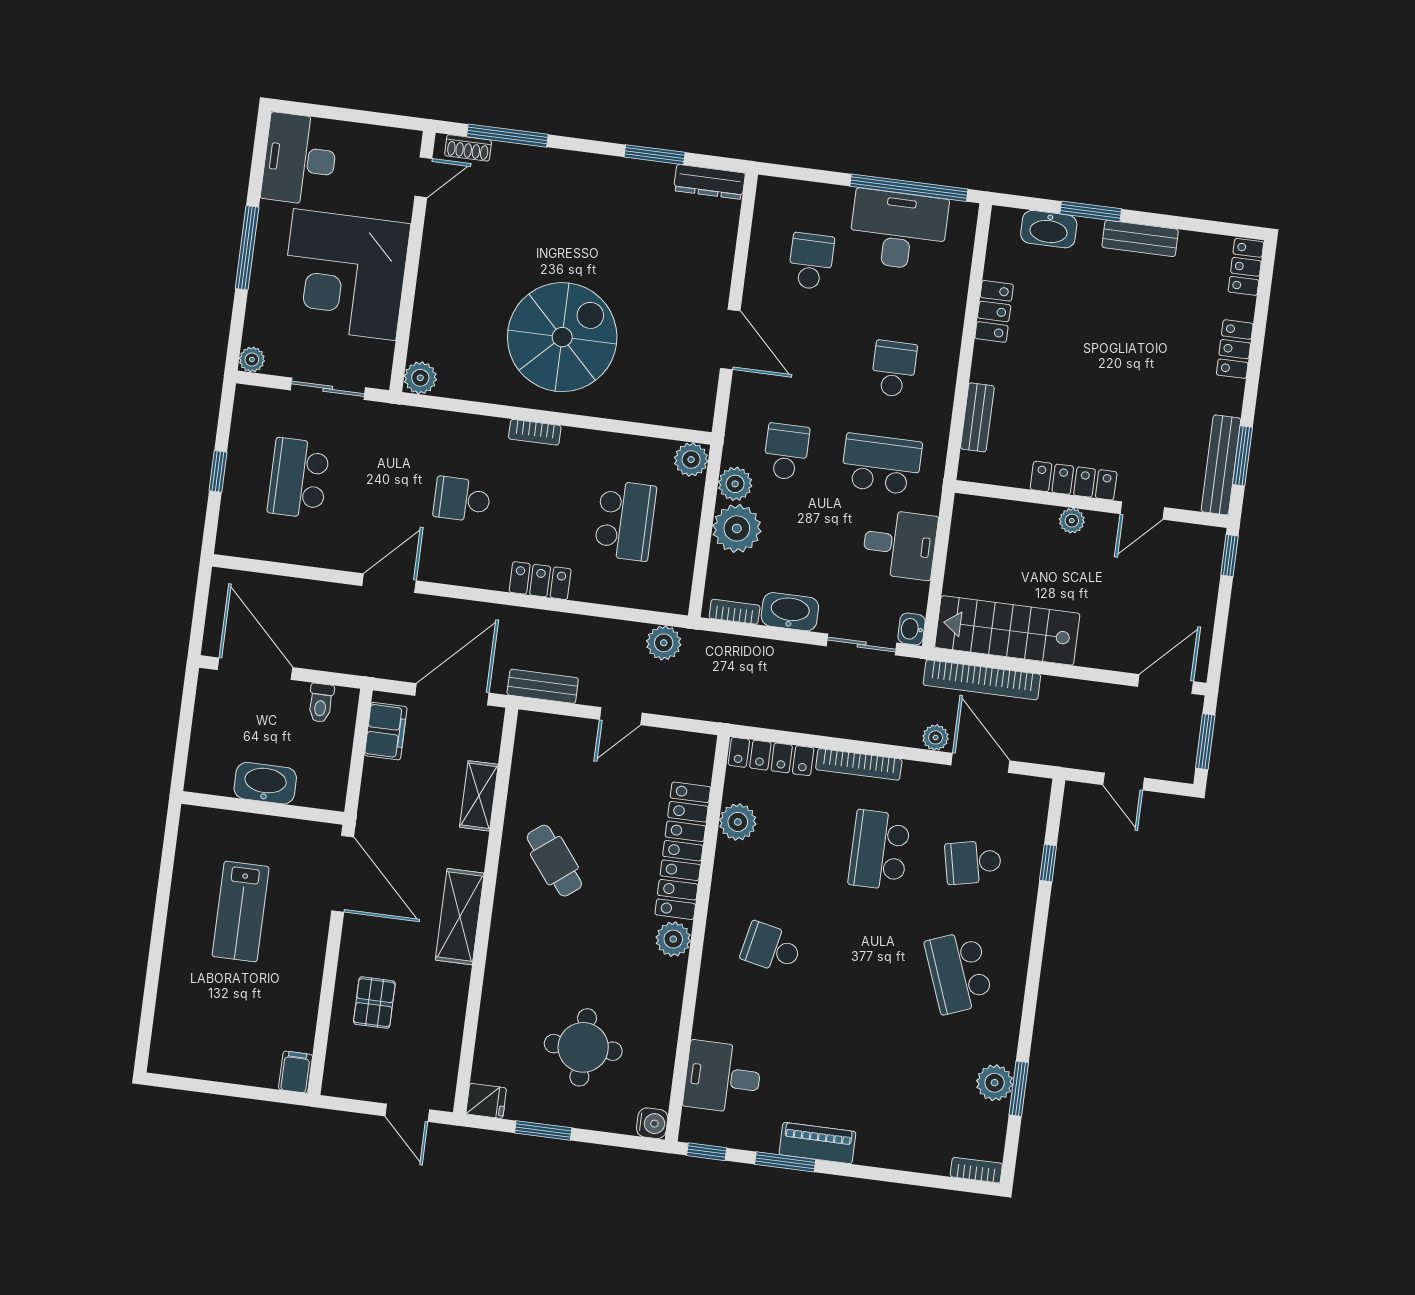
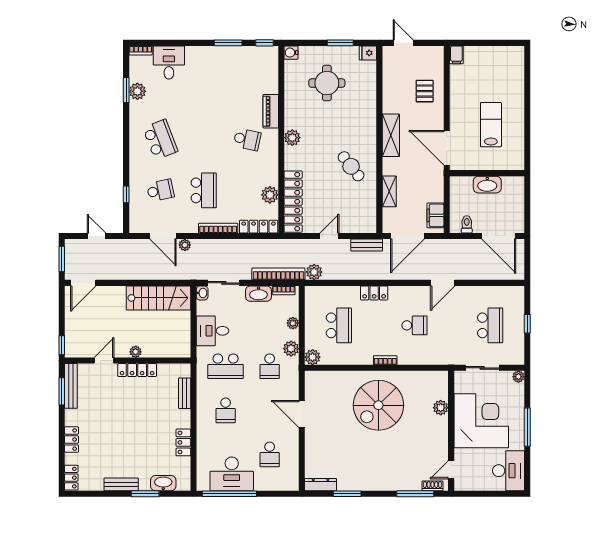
plant: (420, 378) -> (441, 408), moved
school desk: (625, 521) -> (339, 325), turned 180
plant: (737, 528) -> (293, 323), width x0.53, depth x0.53
bookcase: (982, 680) -> (278, 274), moved
locker: (683, 851) -> (293, 202), moved
desk: (723, 1077) -> (169, 62), moved, turned -90
piano: (817, 1143) -> (271, 111), moved, turned 90

